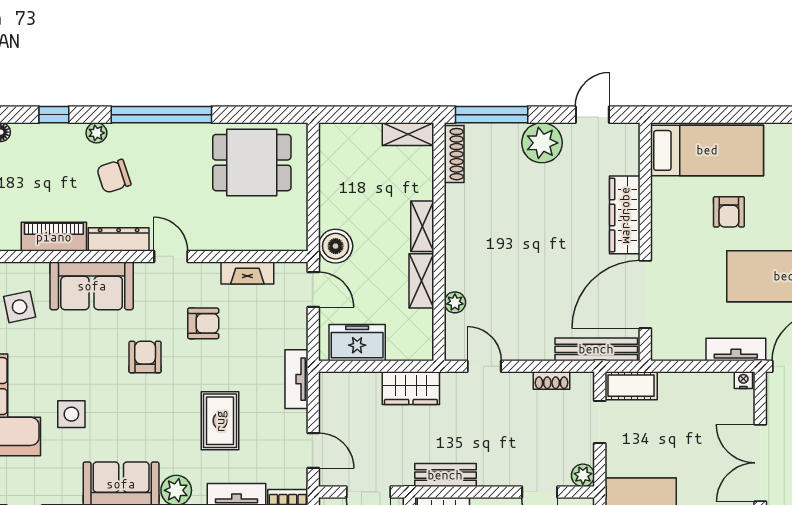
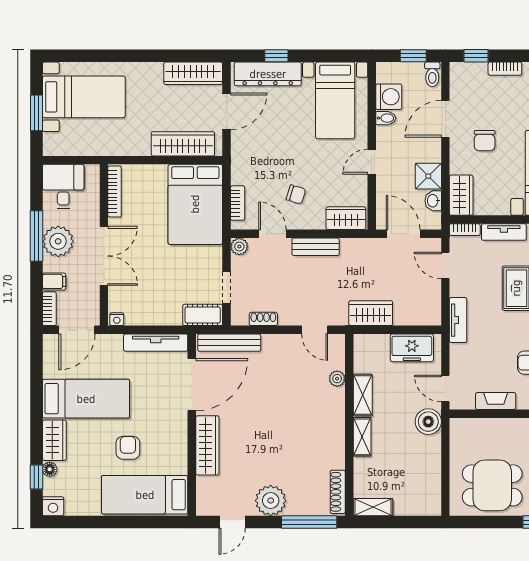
tv unit: (736, 350) -> (156, 343), moved, width x1.41
bench: (445, 475) -> (316, 247), moved

